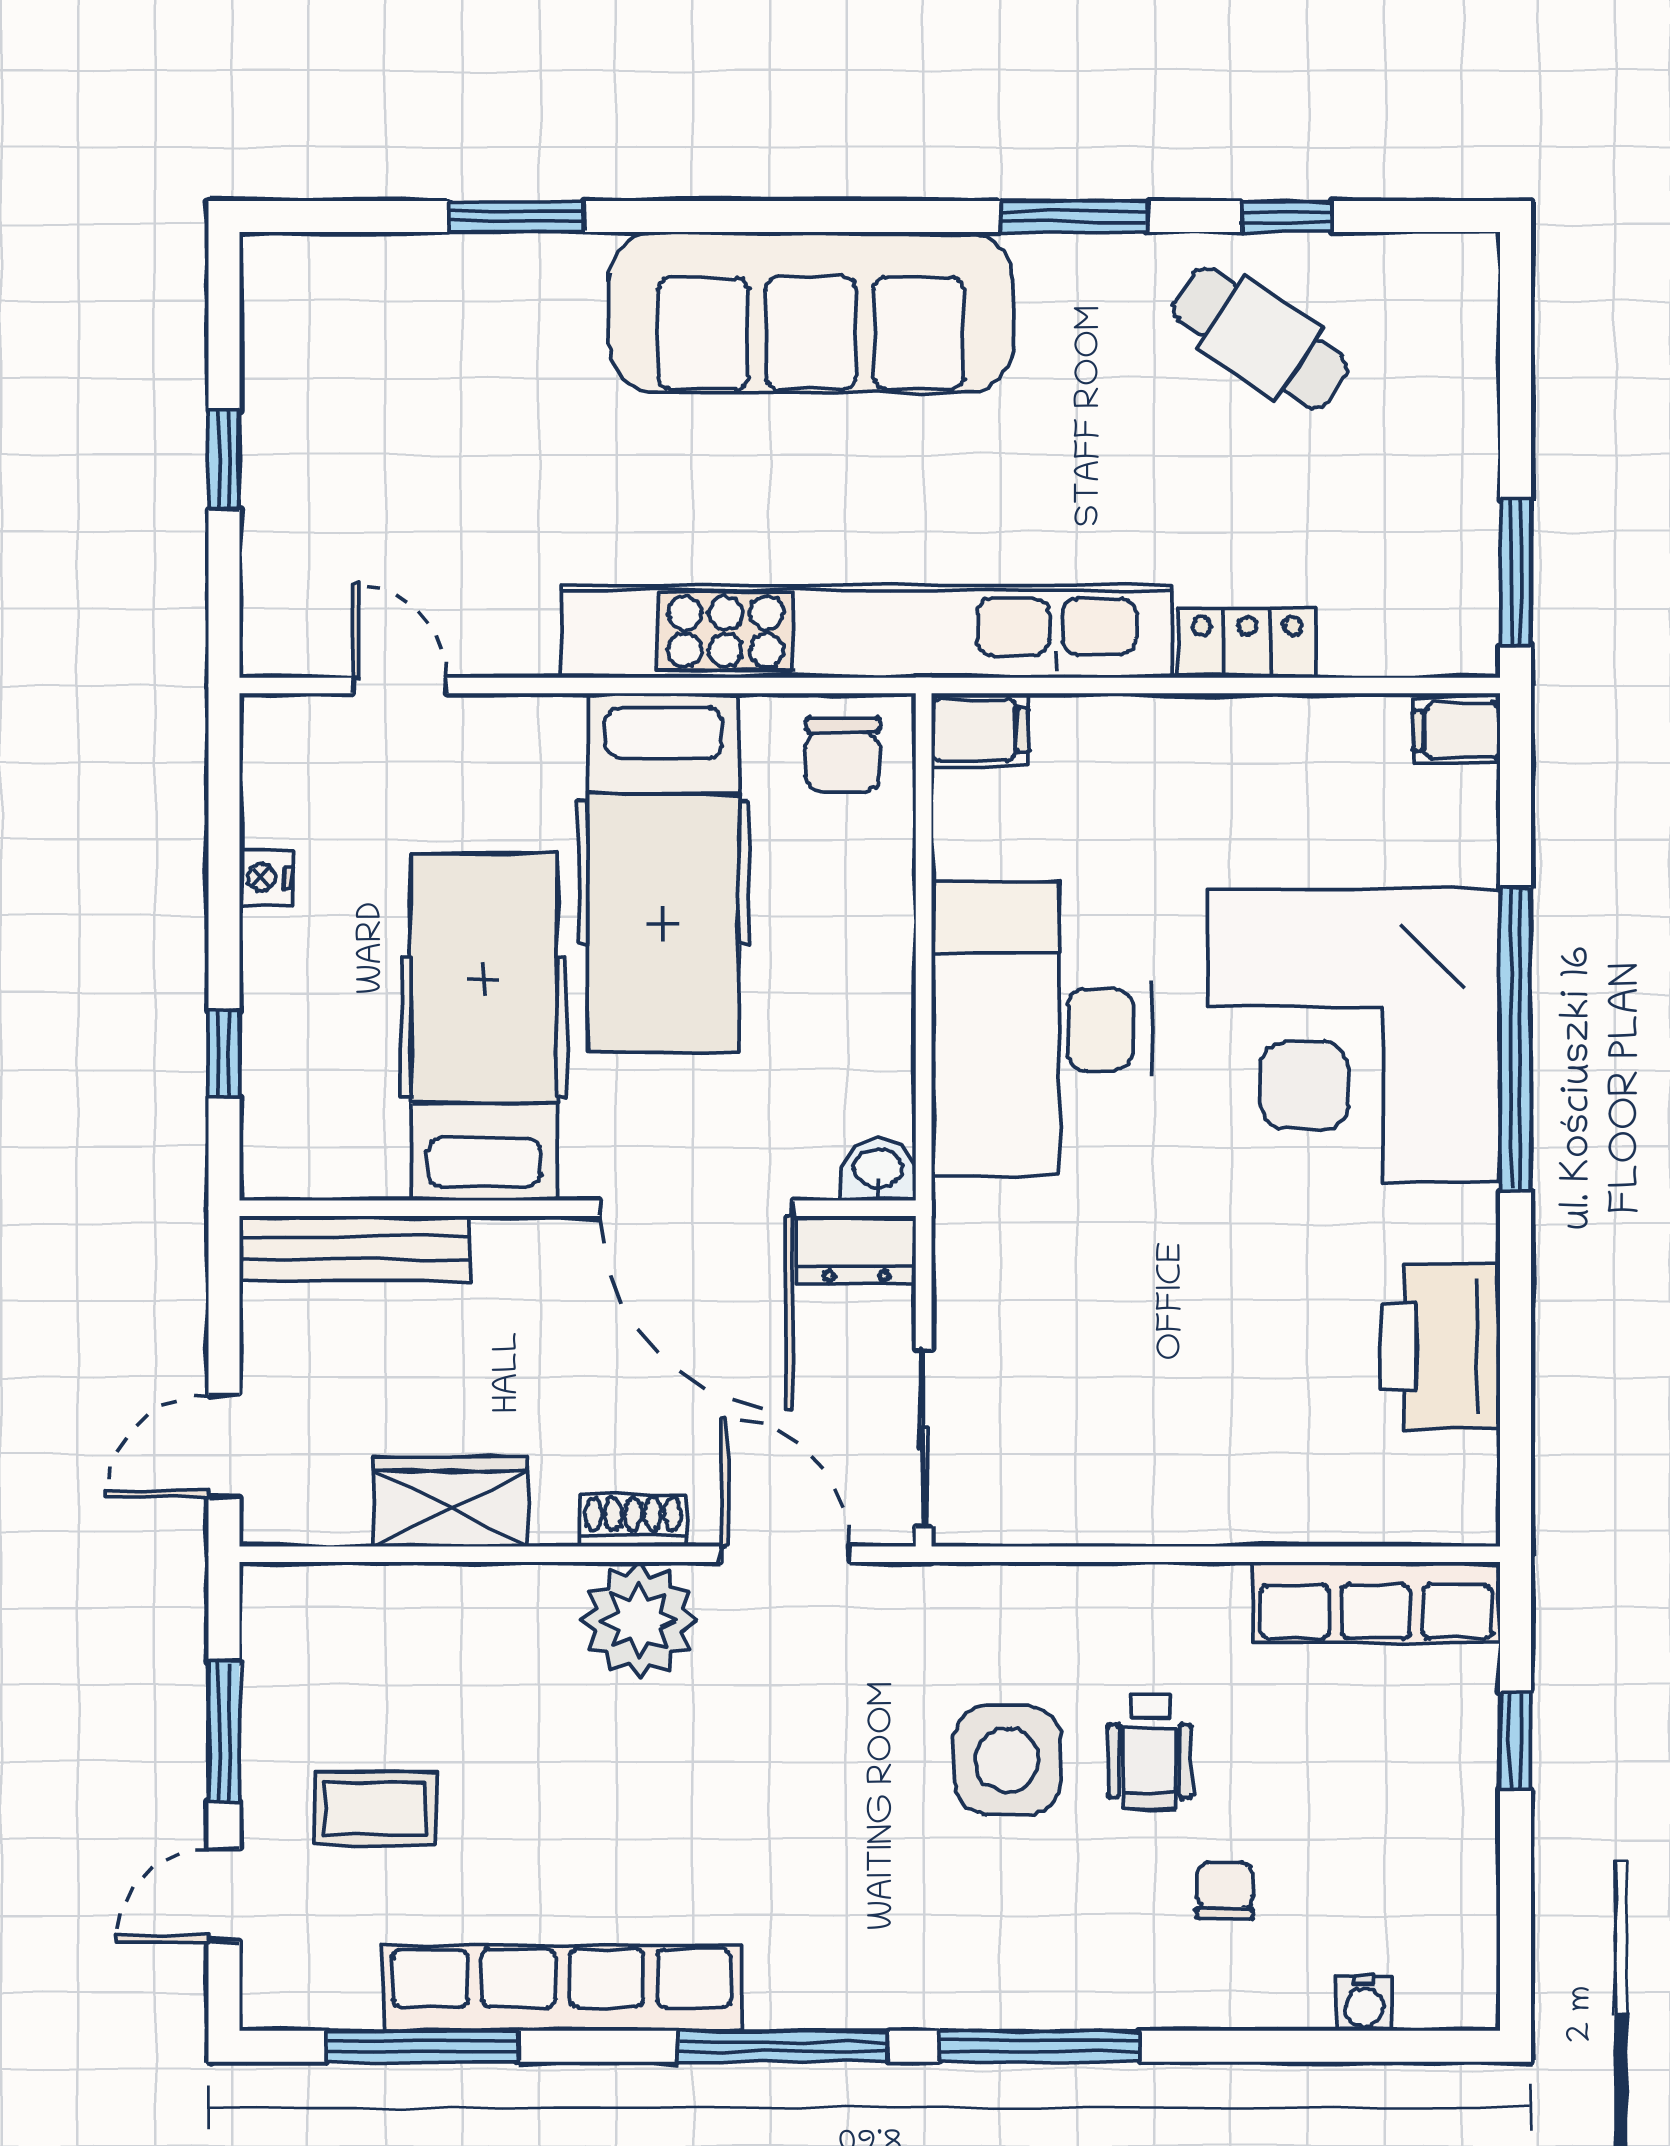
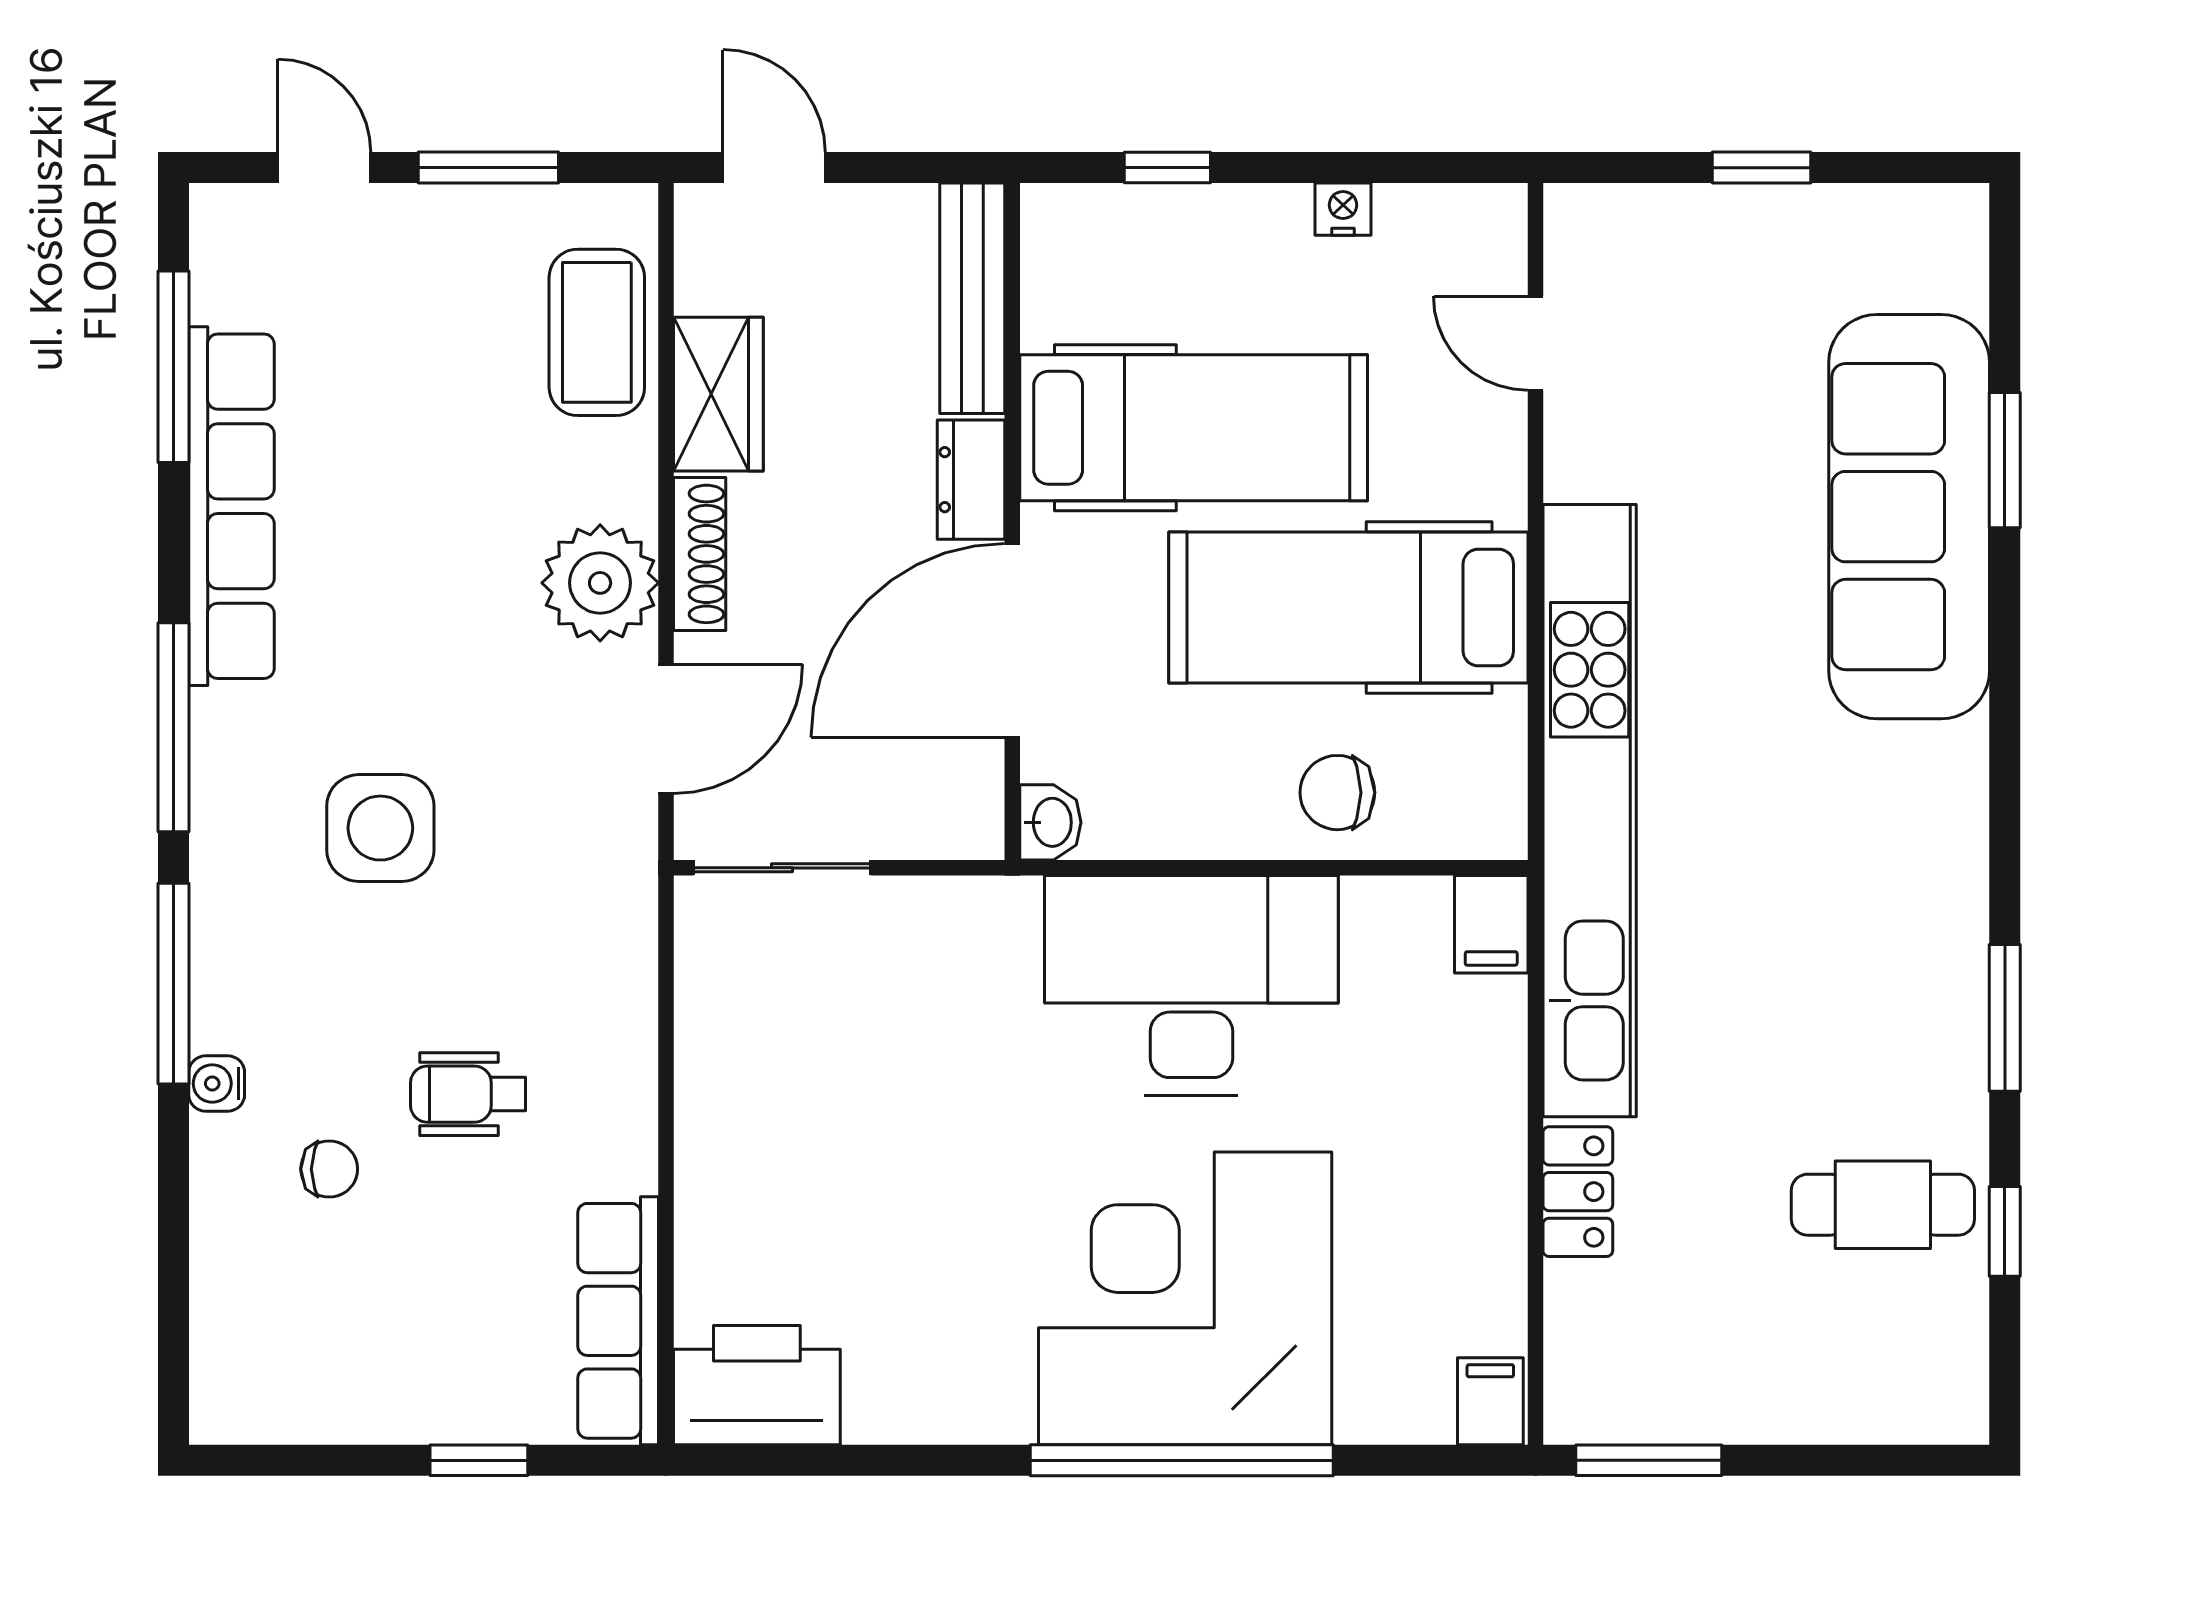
sofa: (811, 312) -> (1909, 517), moved
cafe table: (1260, 338) -> (1883, 1205), turned 56
door: (399, 686) -> (1535, 343), swing flipped
chair: (843, 755) -> (1337, 793), moved
dresser: (856, 1250) -> (971, 480), moved
printer: (1440, 1347) -> (757, 1385), moved
shoe rack: (633, 1521) -> (700, 554), width x1.43
side table: (1007, 1760) -> (380, 828), moved
coffee table: (375, 1808) -> (597, 332), moved, width x1.36, depth x1.30
water cooler: (1364, 2003) -> (217, 1084), moved

